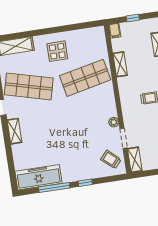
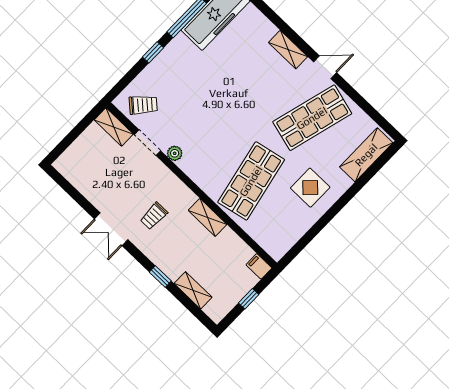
shelving: (120, 64) -> (207, 217), moved

